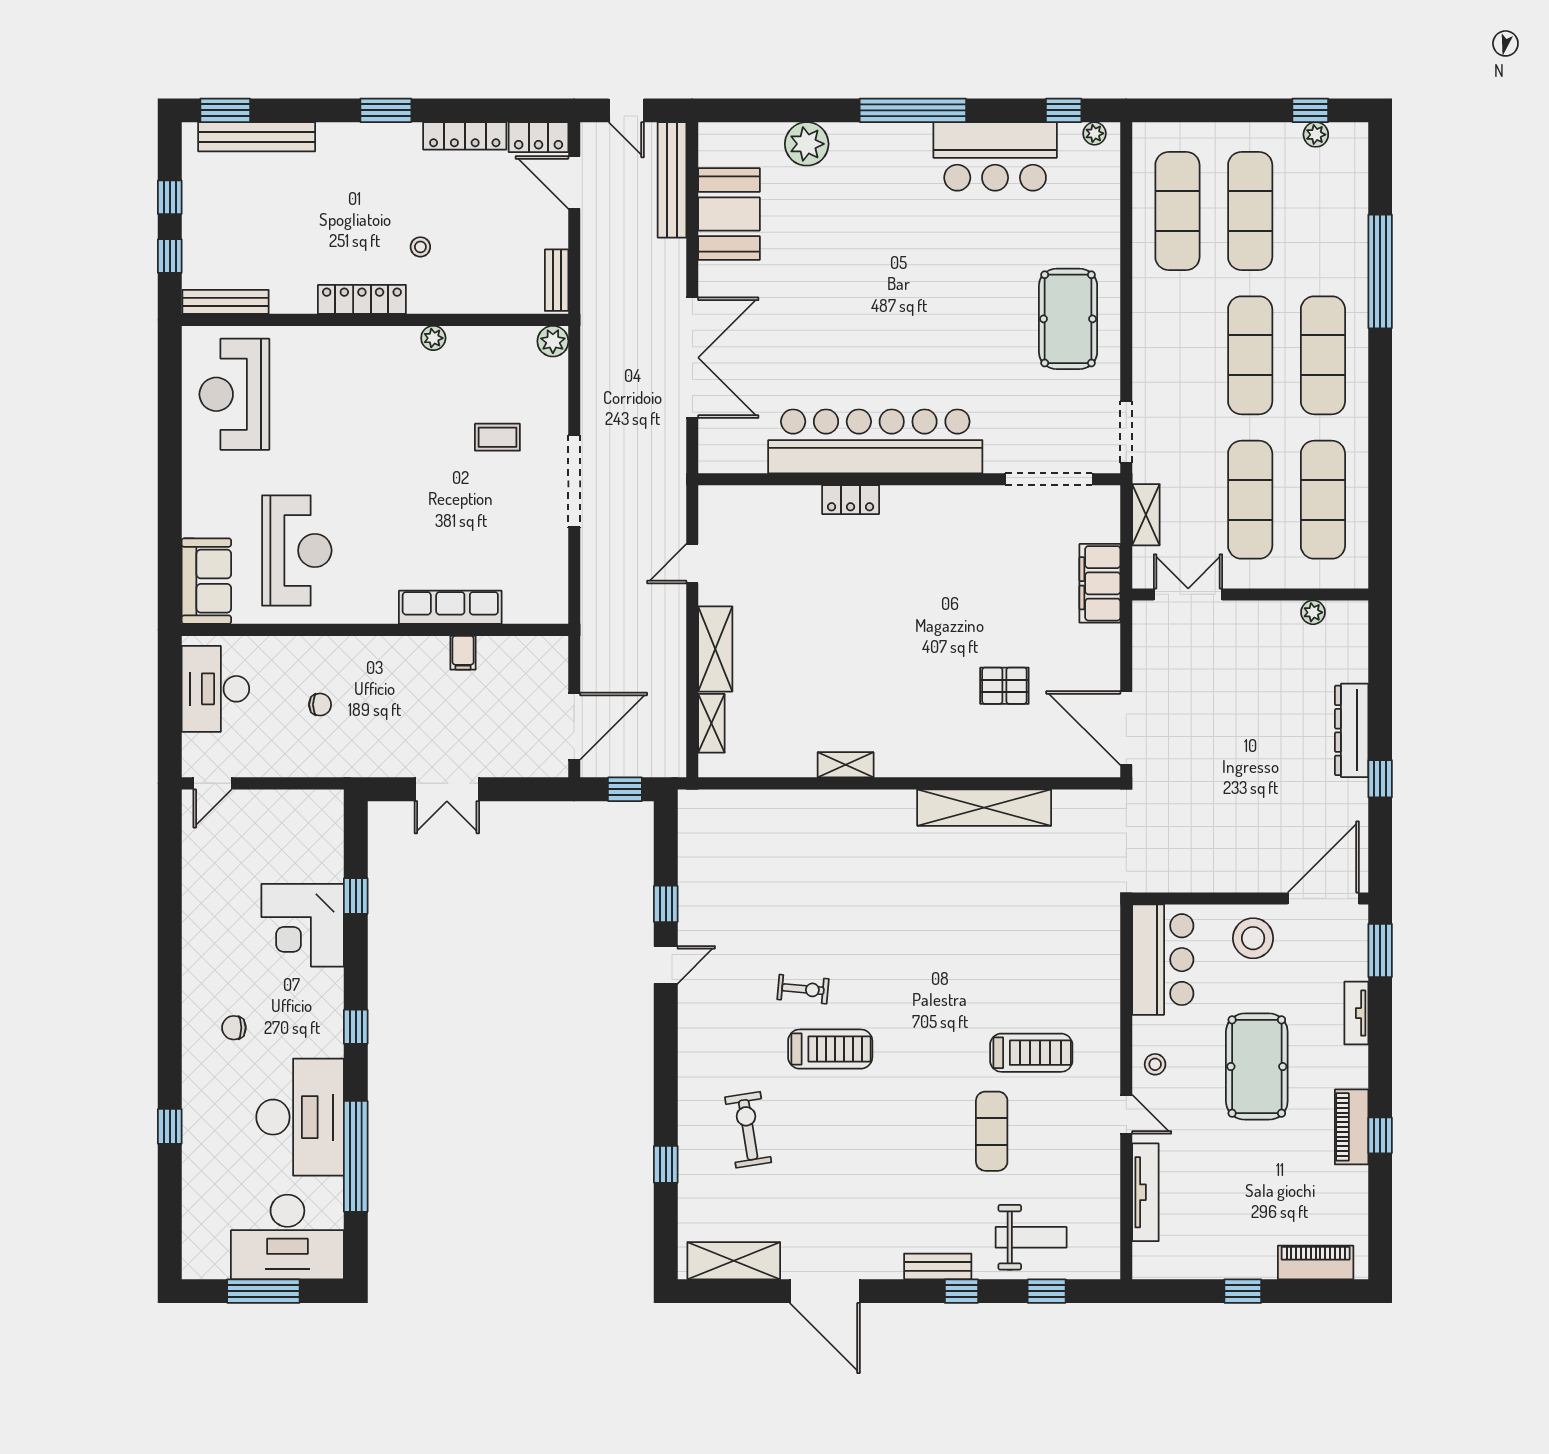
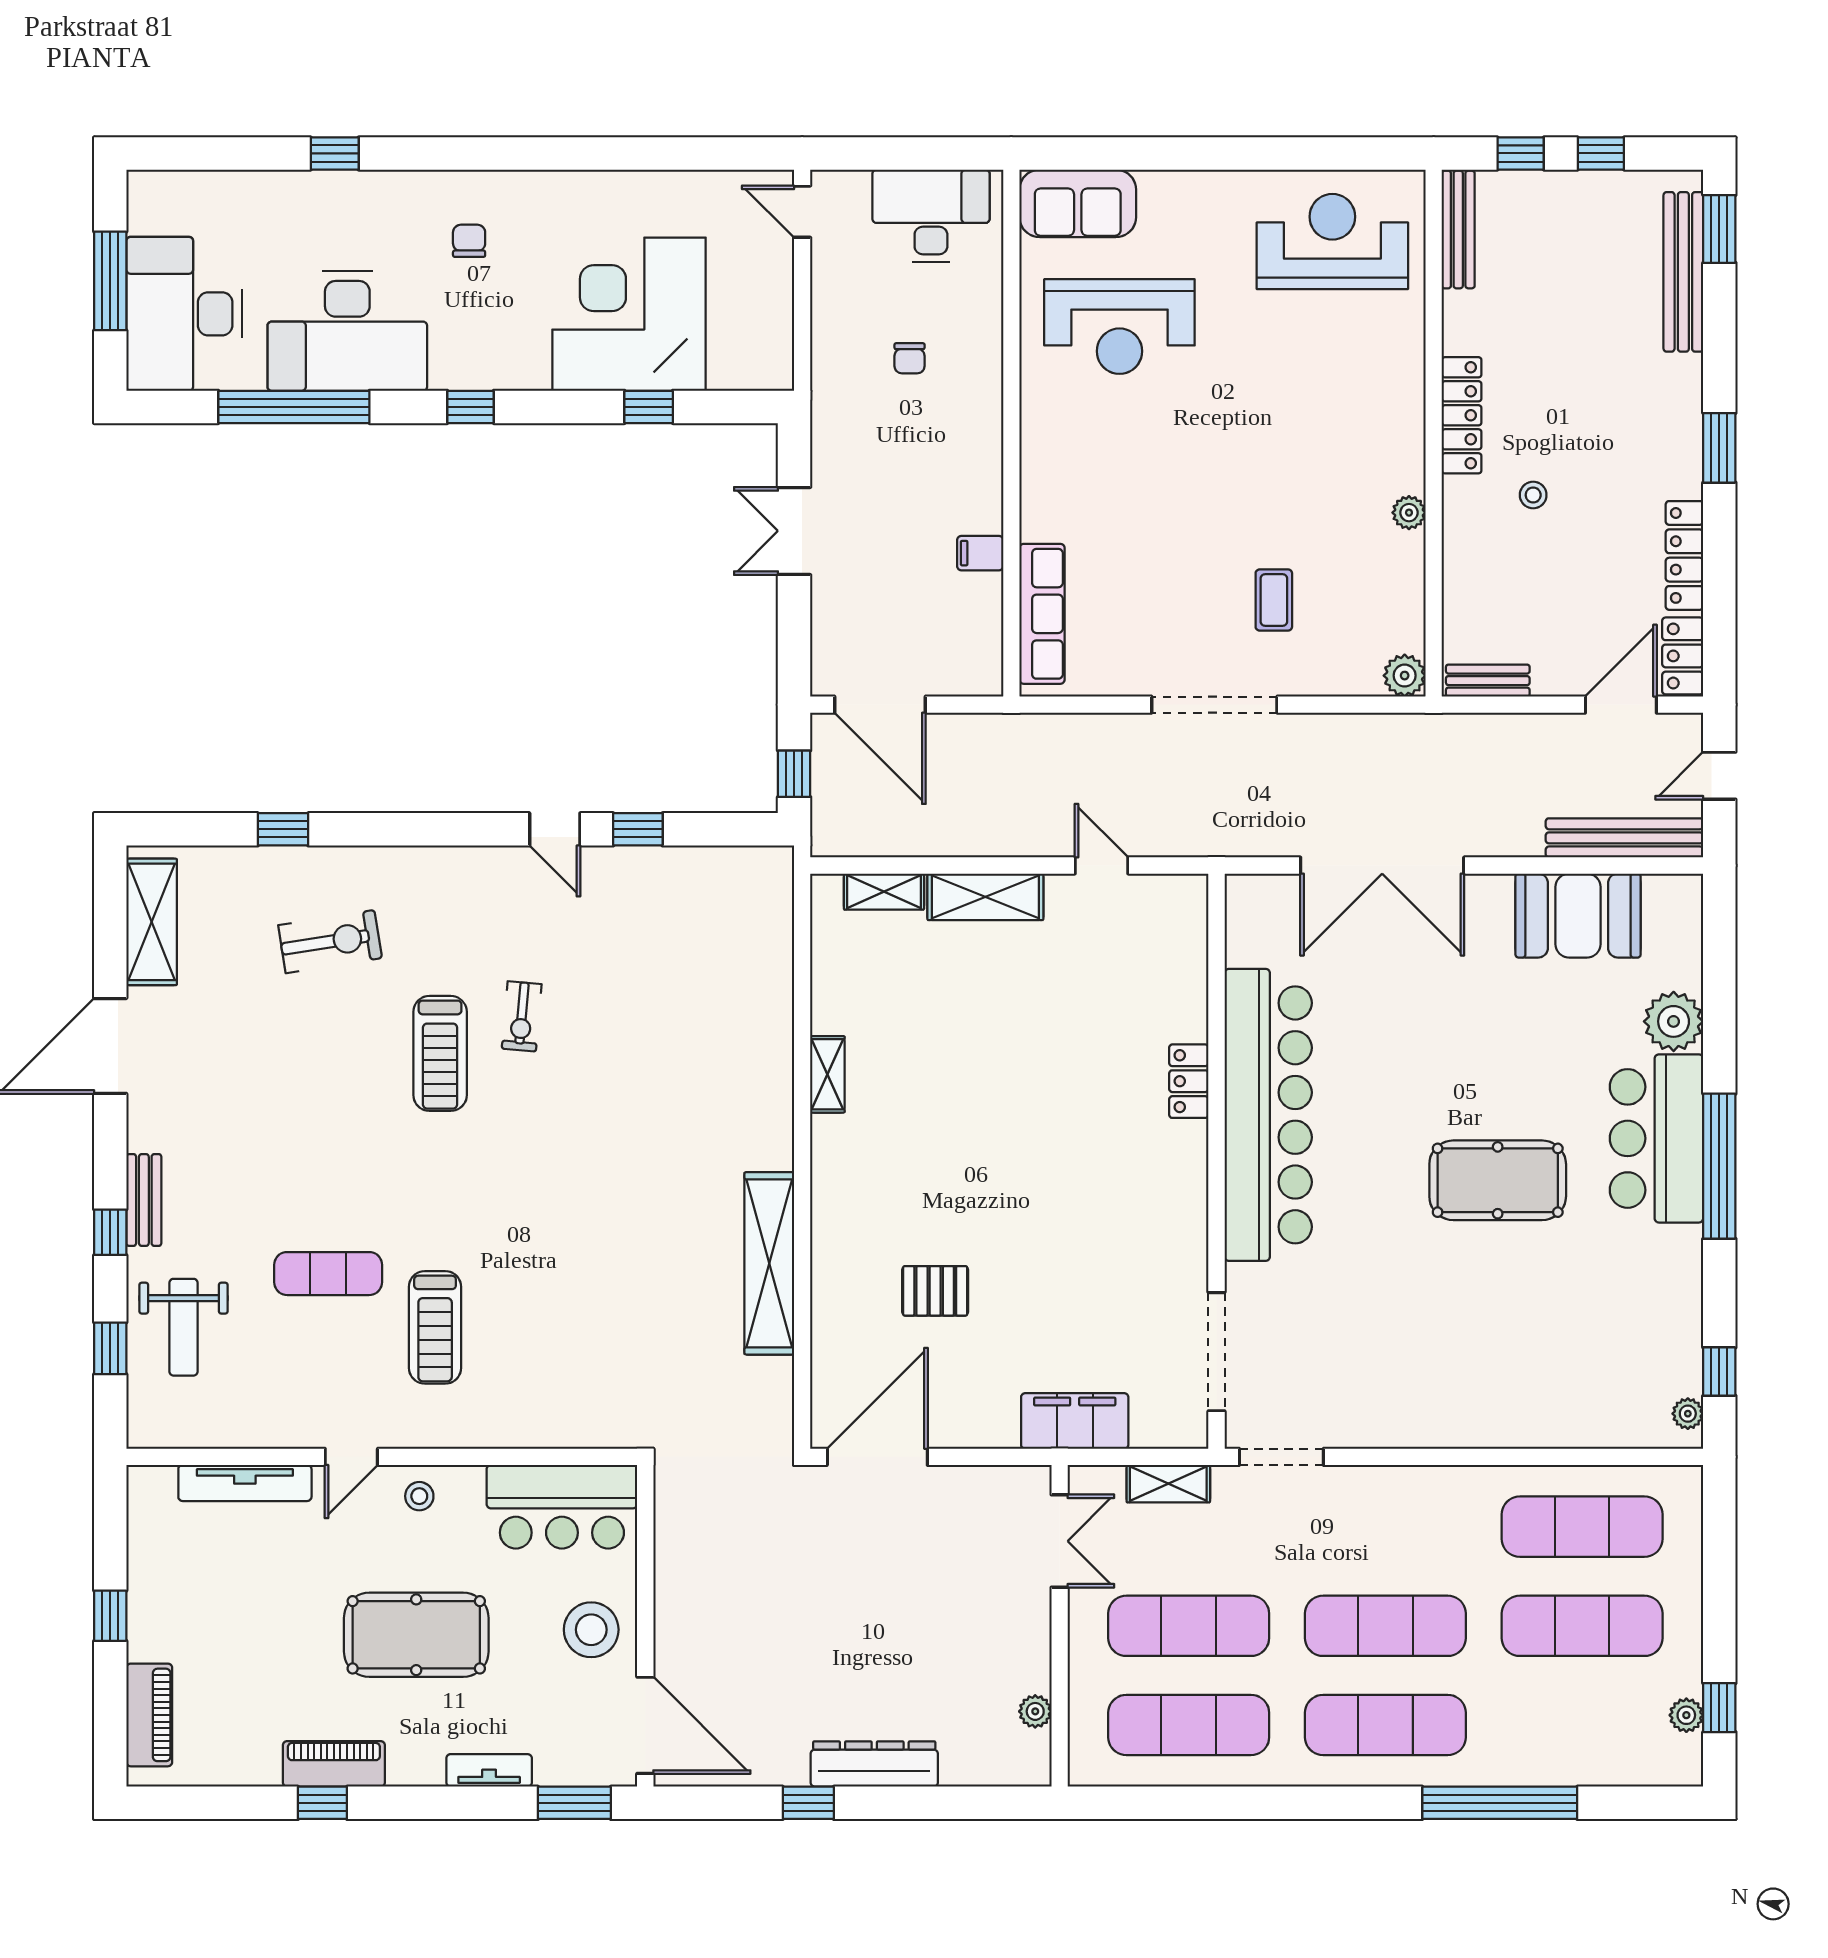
bar counter: (995, 156) -> (1656, 1138), moved
pool table: (1068, 319) -> (1498, 1180), moved
row of seats: (450, 607) -> (1042, 614), moved
pallet: (1004, 686) -> (935, 1291), turned 90
corner desk: (303, 925) -> (629, 314), width x1.36, depth x1.36

